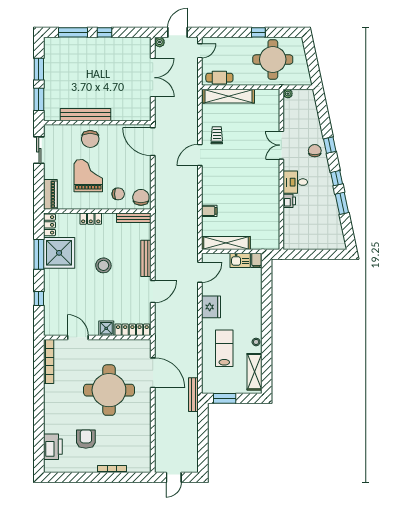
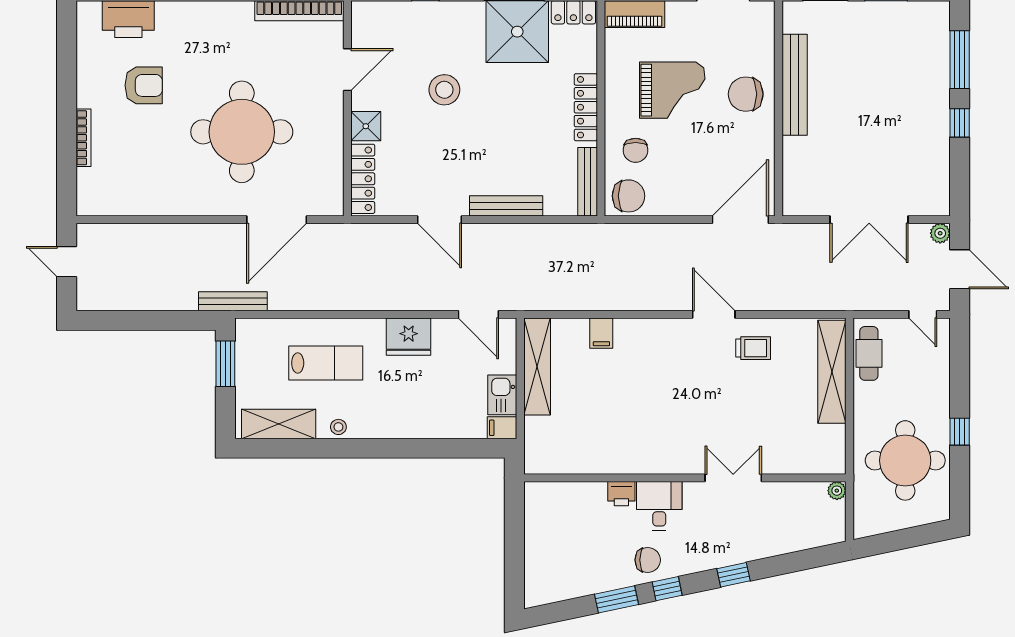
chair: (315, 151) -> (648, 560), moved
locker: (91, 219) -> (586, 107), width x1.53
stool: (103, 265) -> (444, 90), moved

